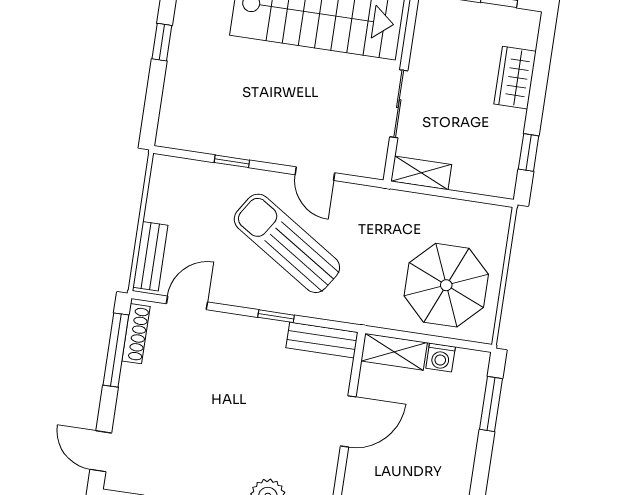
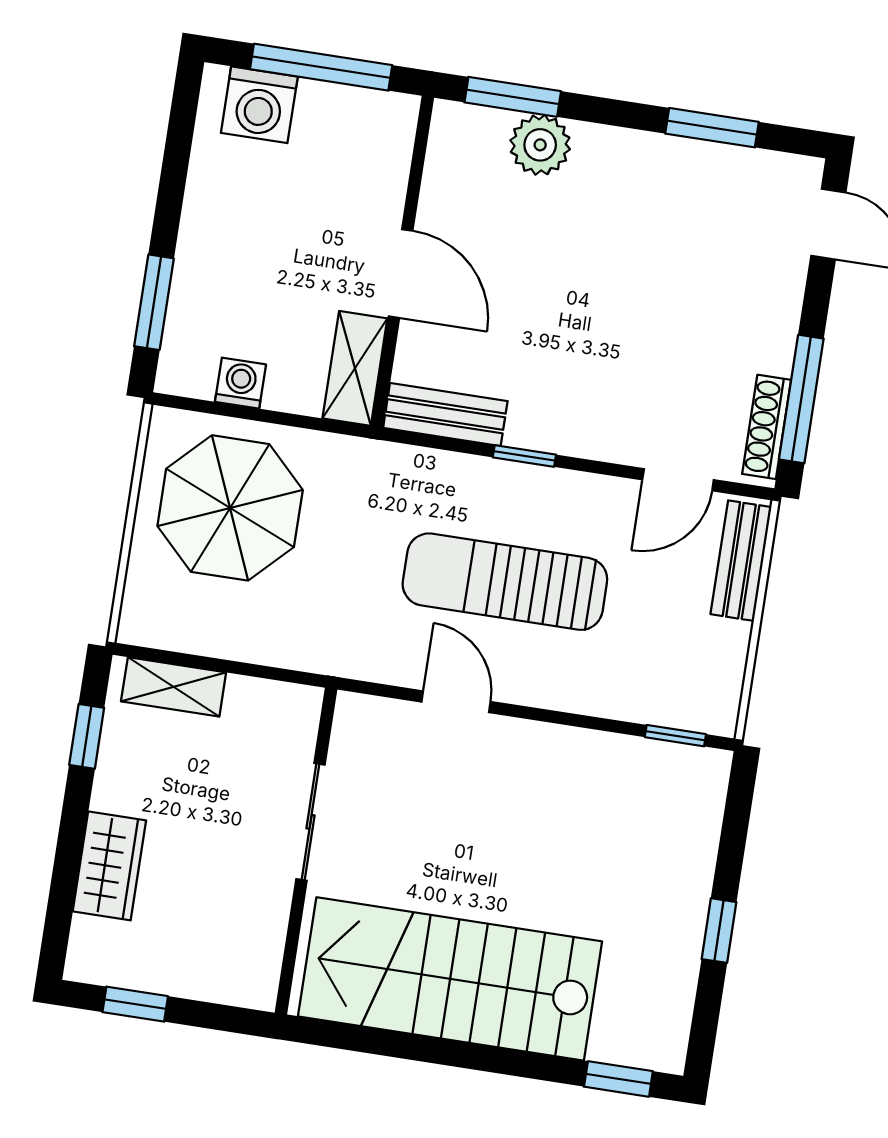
window: (232, 161) -> (675, 736), moved
shelving: (421, 173) -> (174, 687), moved
sun lounger: (287, 243) -> (505, 582), turned 147
shelving: (394, 352) -> (355, 368), moved, turned 90
door: (348, 421) -> (401, 274), swing flipped

